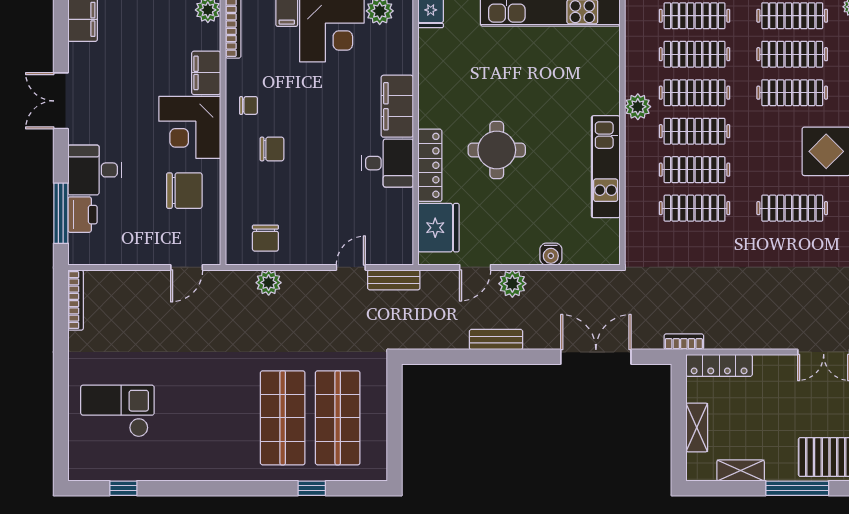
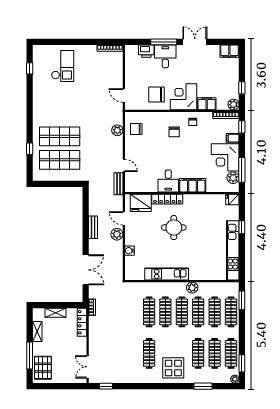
chair: (184, 191) -> (157, 94), turned 90
window: (61, 213) -> (164, 42), moved

